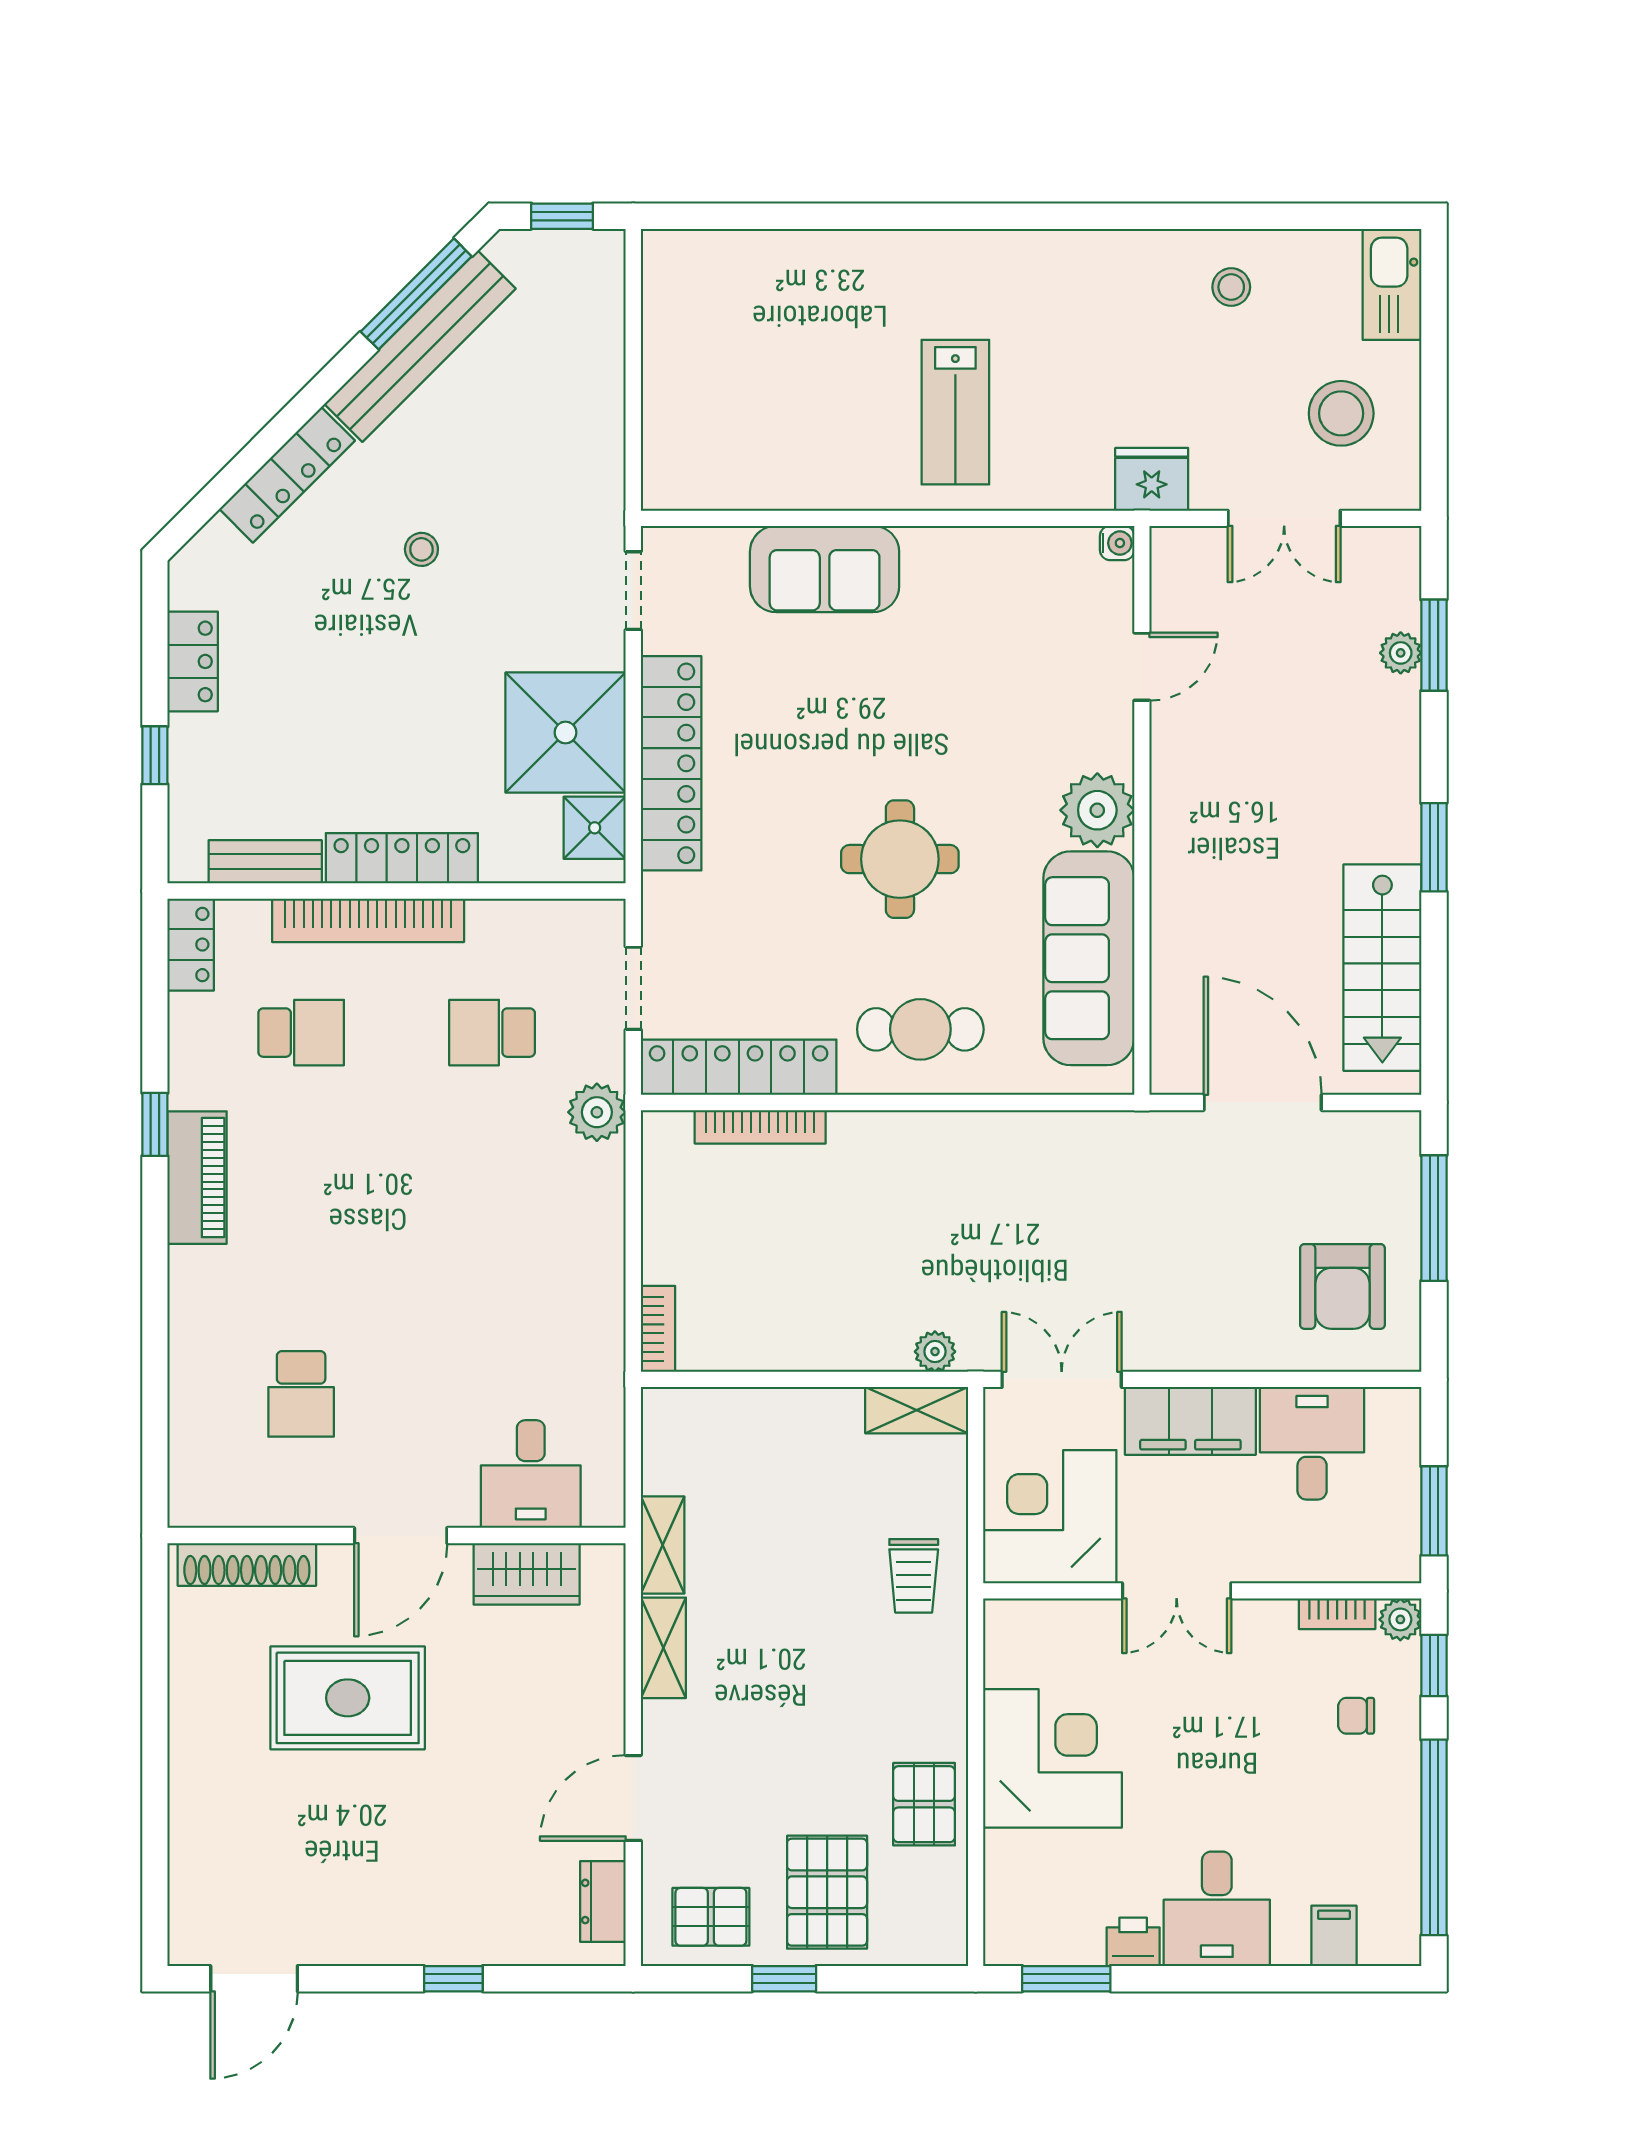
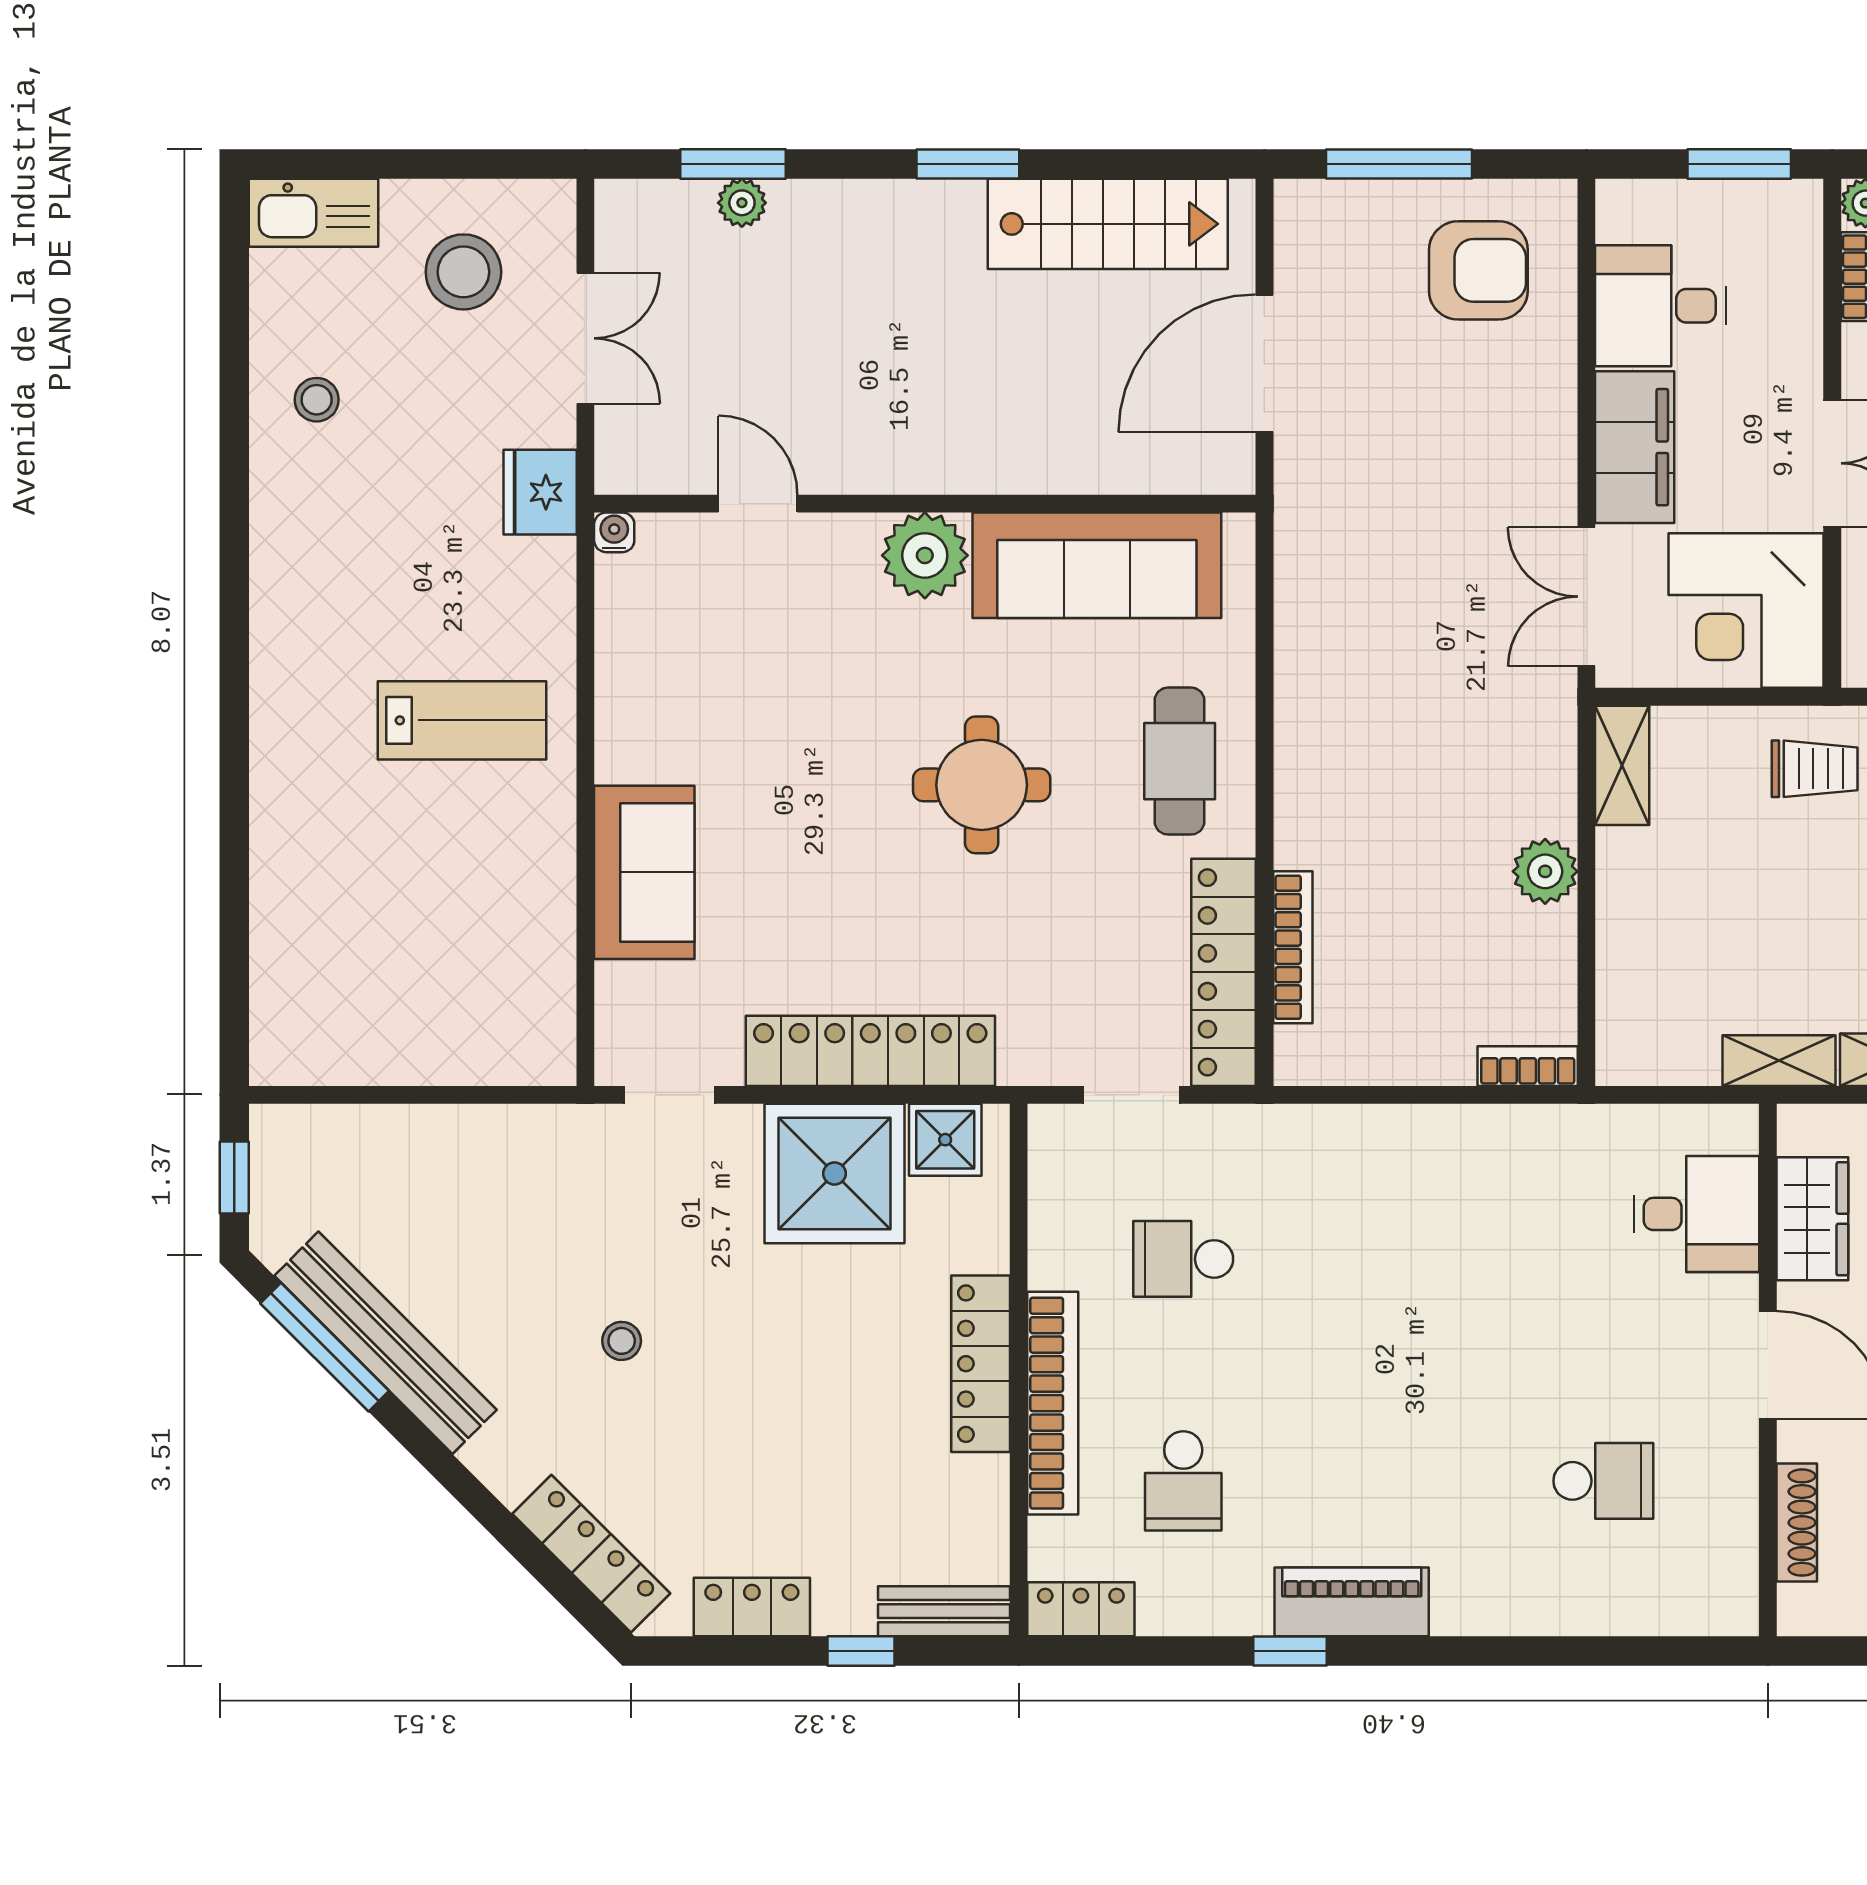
locker: (287, 475) -> (591, 1554), moved
bench: (265, 862) -> (944, 1611), moved, turned 90
school desk: (301, 1033) -> (1183, 1481), turned 180
school desk: (492, 1033) -> (1183, 1259), turned 90
plant: (597, 1112) -> (1276, 1137), removed
plant: (935, 1352) -> (1545, 871), moved, width x1.38, depth x1.38
shoe rack: (247, 1564) -> (1797, 1523), width x0.74, depth x0.81

